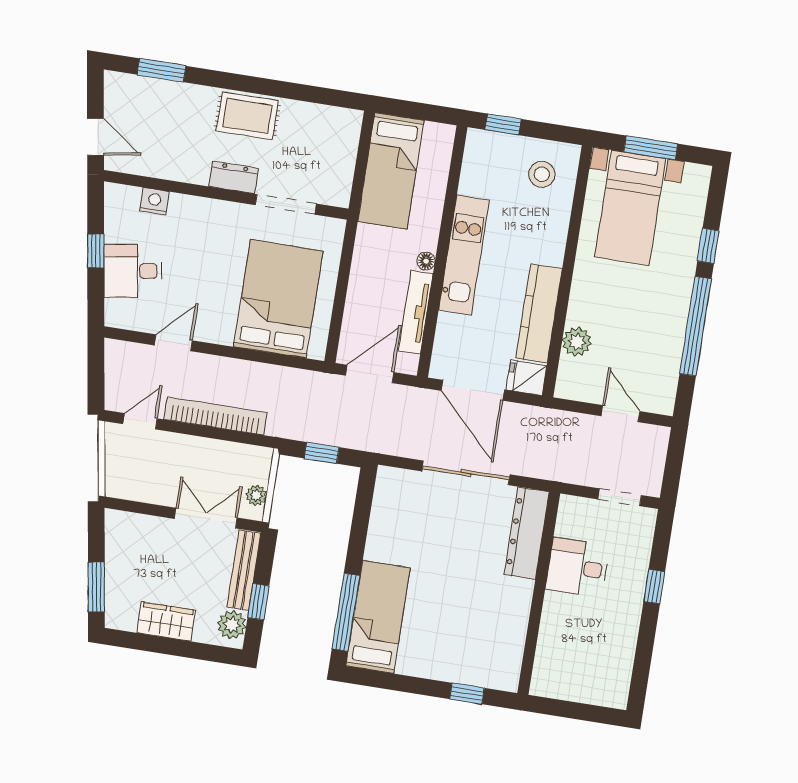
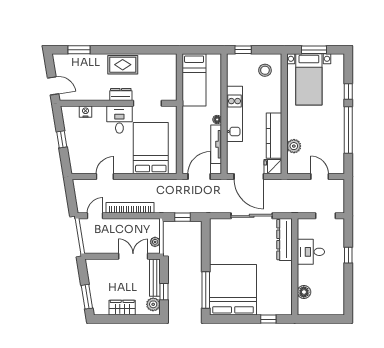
desk: (133, 271) -> (119, 120), moved, turned 99
bed: (378, 617) -> (233, 290), width x2.04
floor lamp: (550, 649) -> (304, 292), added

